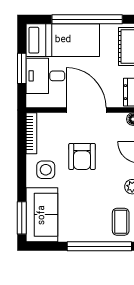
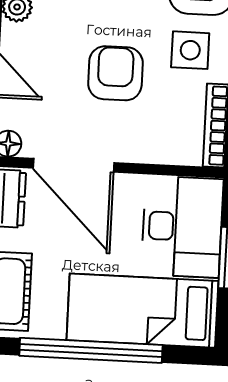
desk: (45, 76) -> (182, 227), width x1.37
door: (86, 110) -> (74, 165), moved

